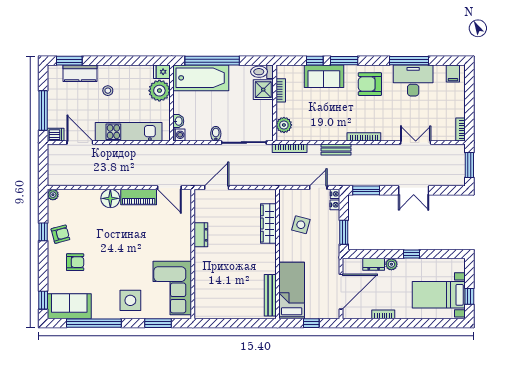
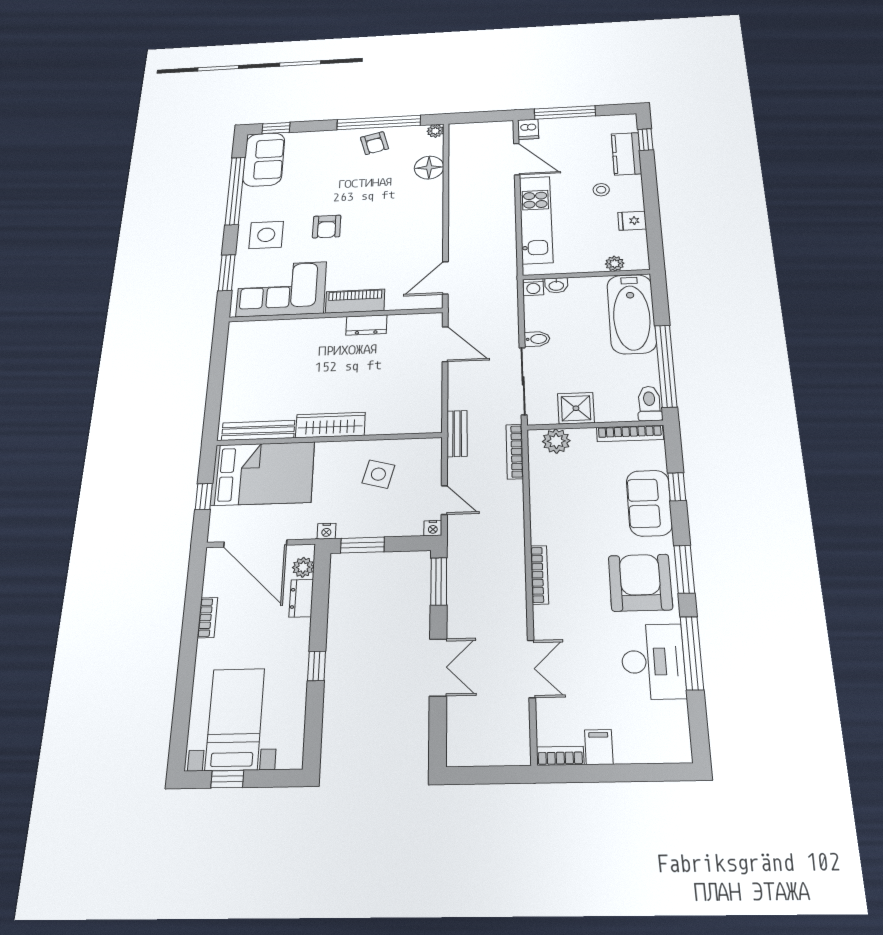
window: (69, 61) -> (645, 140), width x0.67
window: (212, 61) -> (666, 366), moved
window: (344, 61) -> (684, 569), moved
fridge: (162, 72) -> (632, 221), moved, turned -90
filing cabinet: (453, 74) -> (599, 747), moved, turned 90
armchair: (370, 84) -> (640, 583), width x1.36, depth x1.36
shower: (263, 90) -> (576, 408), moved
bookcase: (281, 90) -> (630, 433), width x1.56
plant: (159, 91) -> (615, 264), width x0.53, depth x0.53
door: (80, 142) -> (517, 159), hinge flipped
bench: (336, 150) -> (457, 433), moved
window: (469, 165) -> (489, 775), removed
double door: (414, 190) -> (438, 667), swing flipped
piano: (139, 197) -> (355, 301), moved, turned 90
floor lamp: (110, 198) -> (429, 168), moved
nightstand: (335, 205) -> (326, 531), moved
wardrobe: (268, 224) -> (330, 425), moved
window: (43, 232) -> (379, 122), width x3.17
armchair: (75, 262) -> (327, 227), moved
plant: (391, 264) -> (303, 567), moved
bed: (292, 291) -> (263, 473), width x1.50

